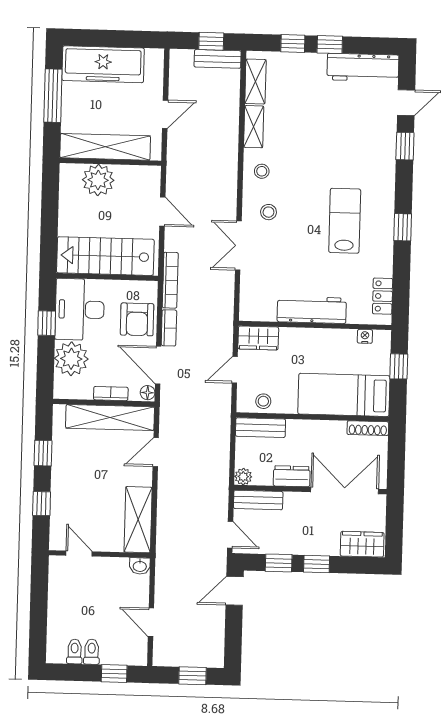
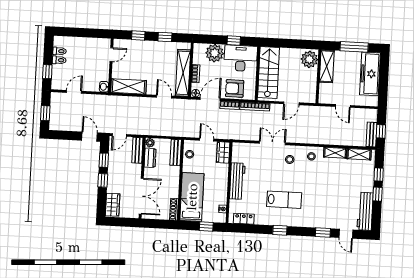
shelving: (105, 147) -> (327, 66), width x0.68
plant: (98, 180) -> (309, 59), moved
dresser: (292, 476) -> (150, 158), moved

